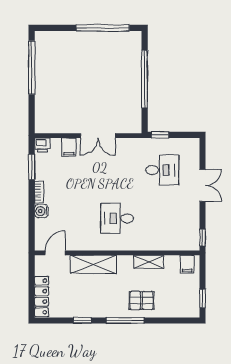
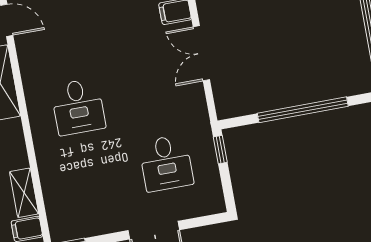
desk: (117, 218) -> (78, 107), turned 180
shelving: (149, 262) -> (24, 193), moved

